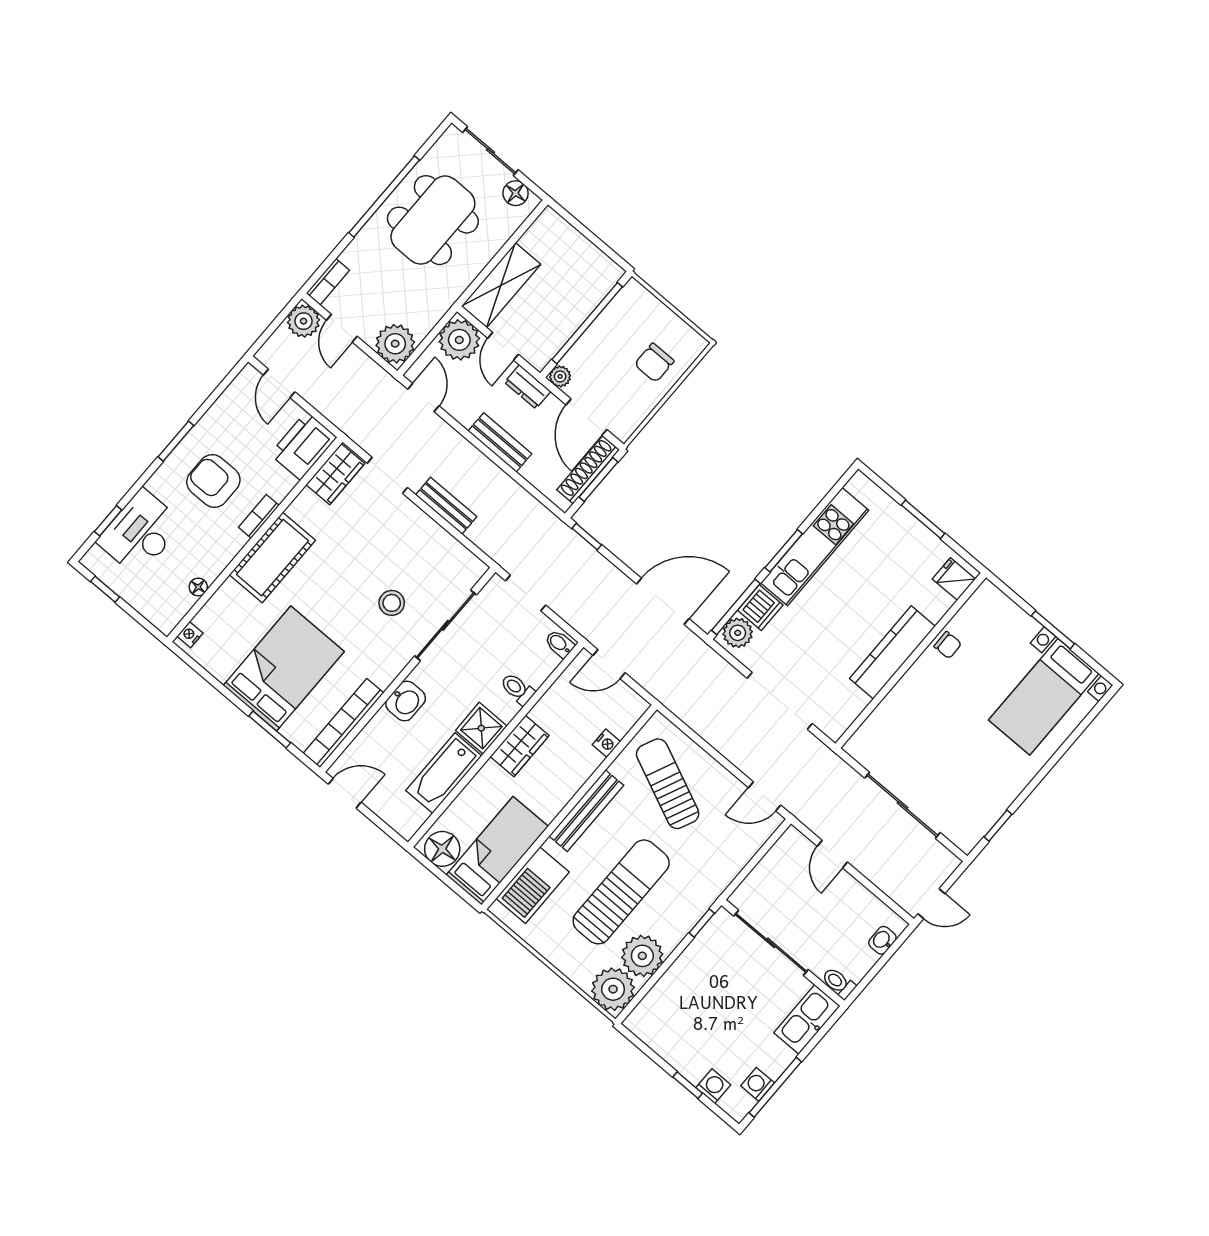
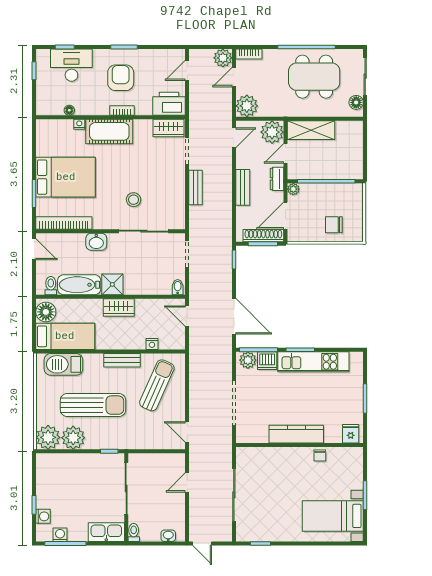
nightstand: (190, 635) -> (79, 124), moved
toilet: (517, 689) -> (51, 286), moved
bench: (586, 811) -> (122, 360), width x0.73

